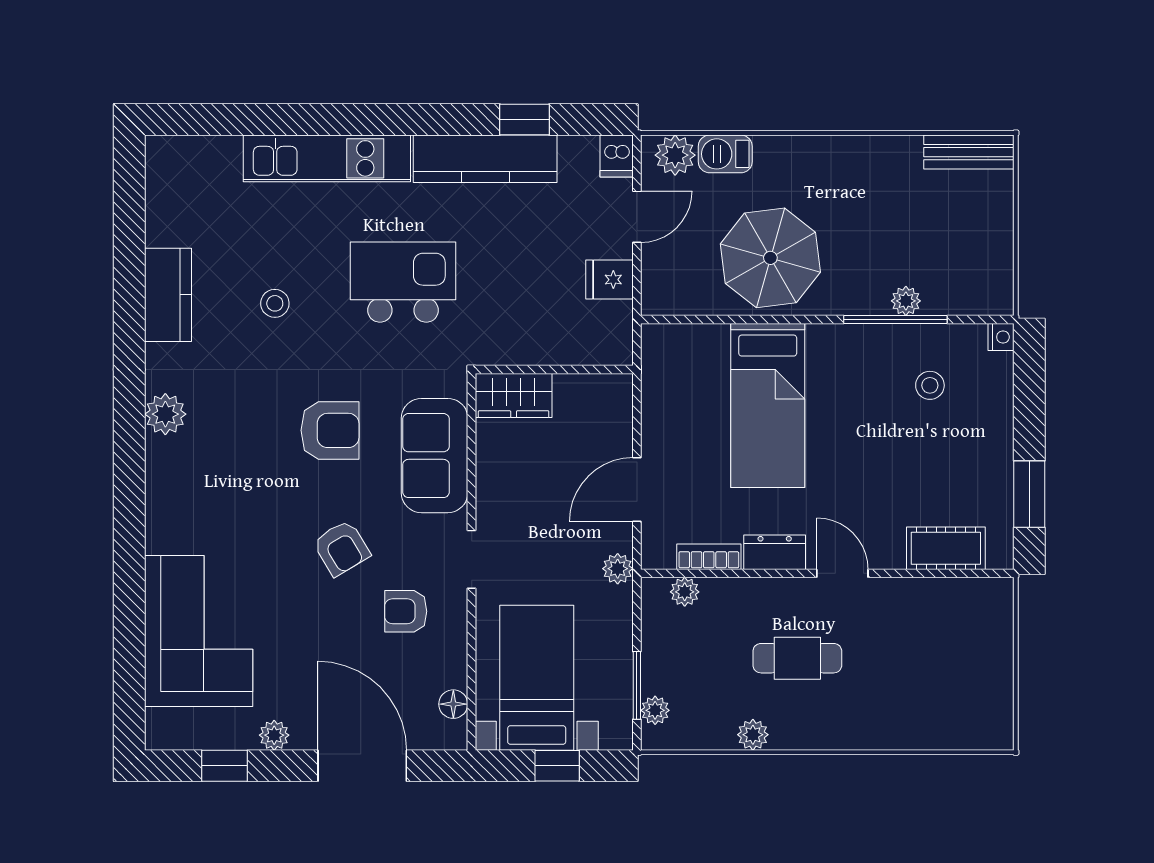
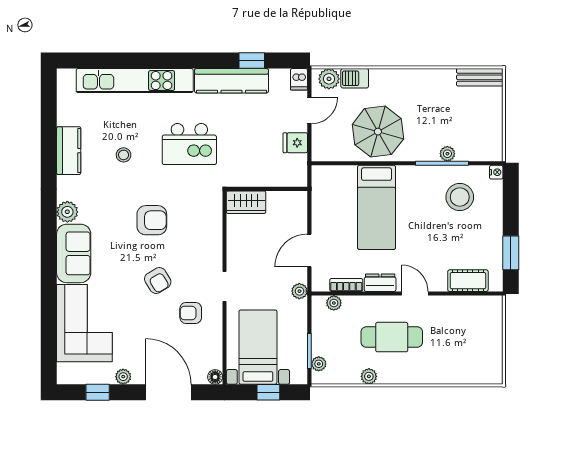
kitchen unit: (327, 158) -> (135, 81), width x1.36
kitchen island: (403, 282) -> (189, 144), turned 180
stool: (930, 385) -> (460, 197), width x1.89, depth x1.89
sofa: (435, 456) -> (74, 253), moved, turned 180
cafe table: (797, 658) -> (392, 337), width x1.37, depth x1.35
floor lamp: (453, 704) -> (215, 377), moved

